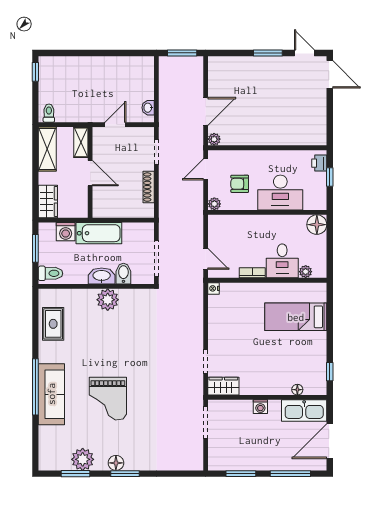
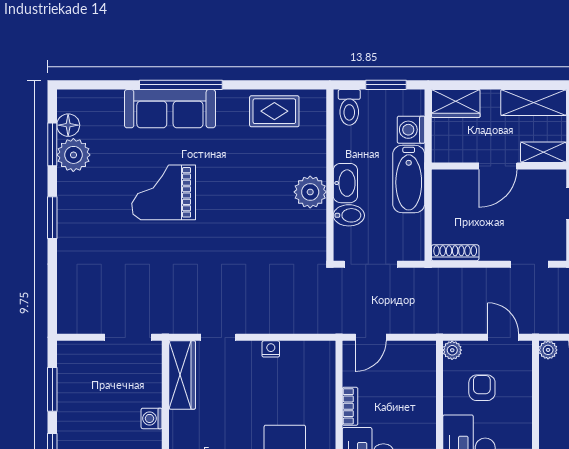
shoe rack: (149, 187) -> (455, 253), moved
nightstand: (214, 288) -> (271, 349), moved
wardrobe: (223, 386) -> (182, 375), width x1.50
floor lamp: (116, 463) -> (68, 125), moved

